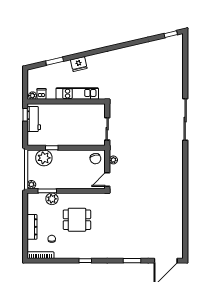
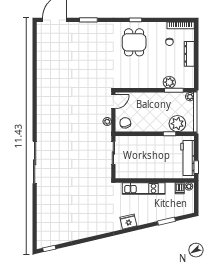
fridge: (79, 64) -> (128, 222), moved
workbench: (34, 119) -> (188, 158), width x1.38
dining table: (77, 220) -> (134, 42), moved, turned 90

